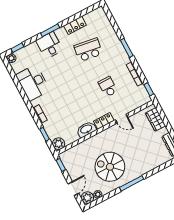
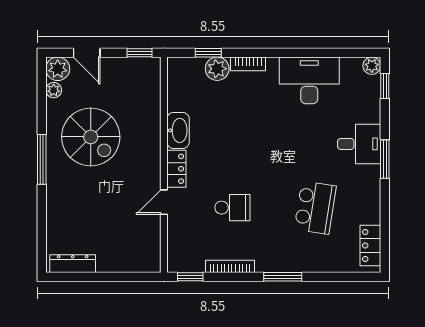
locker: (75, 25) -> (370, 245), moved
wardrobe: (156, 119) -> (131, 261), removed
plant: (59, 144) -> (217, 69), moved
spiral stairs: (110, 167) -> (91, 137), turned 90

